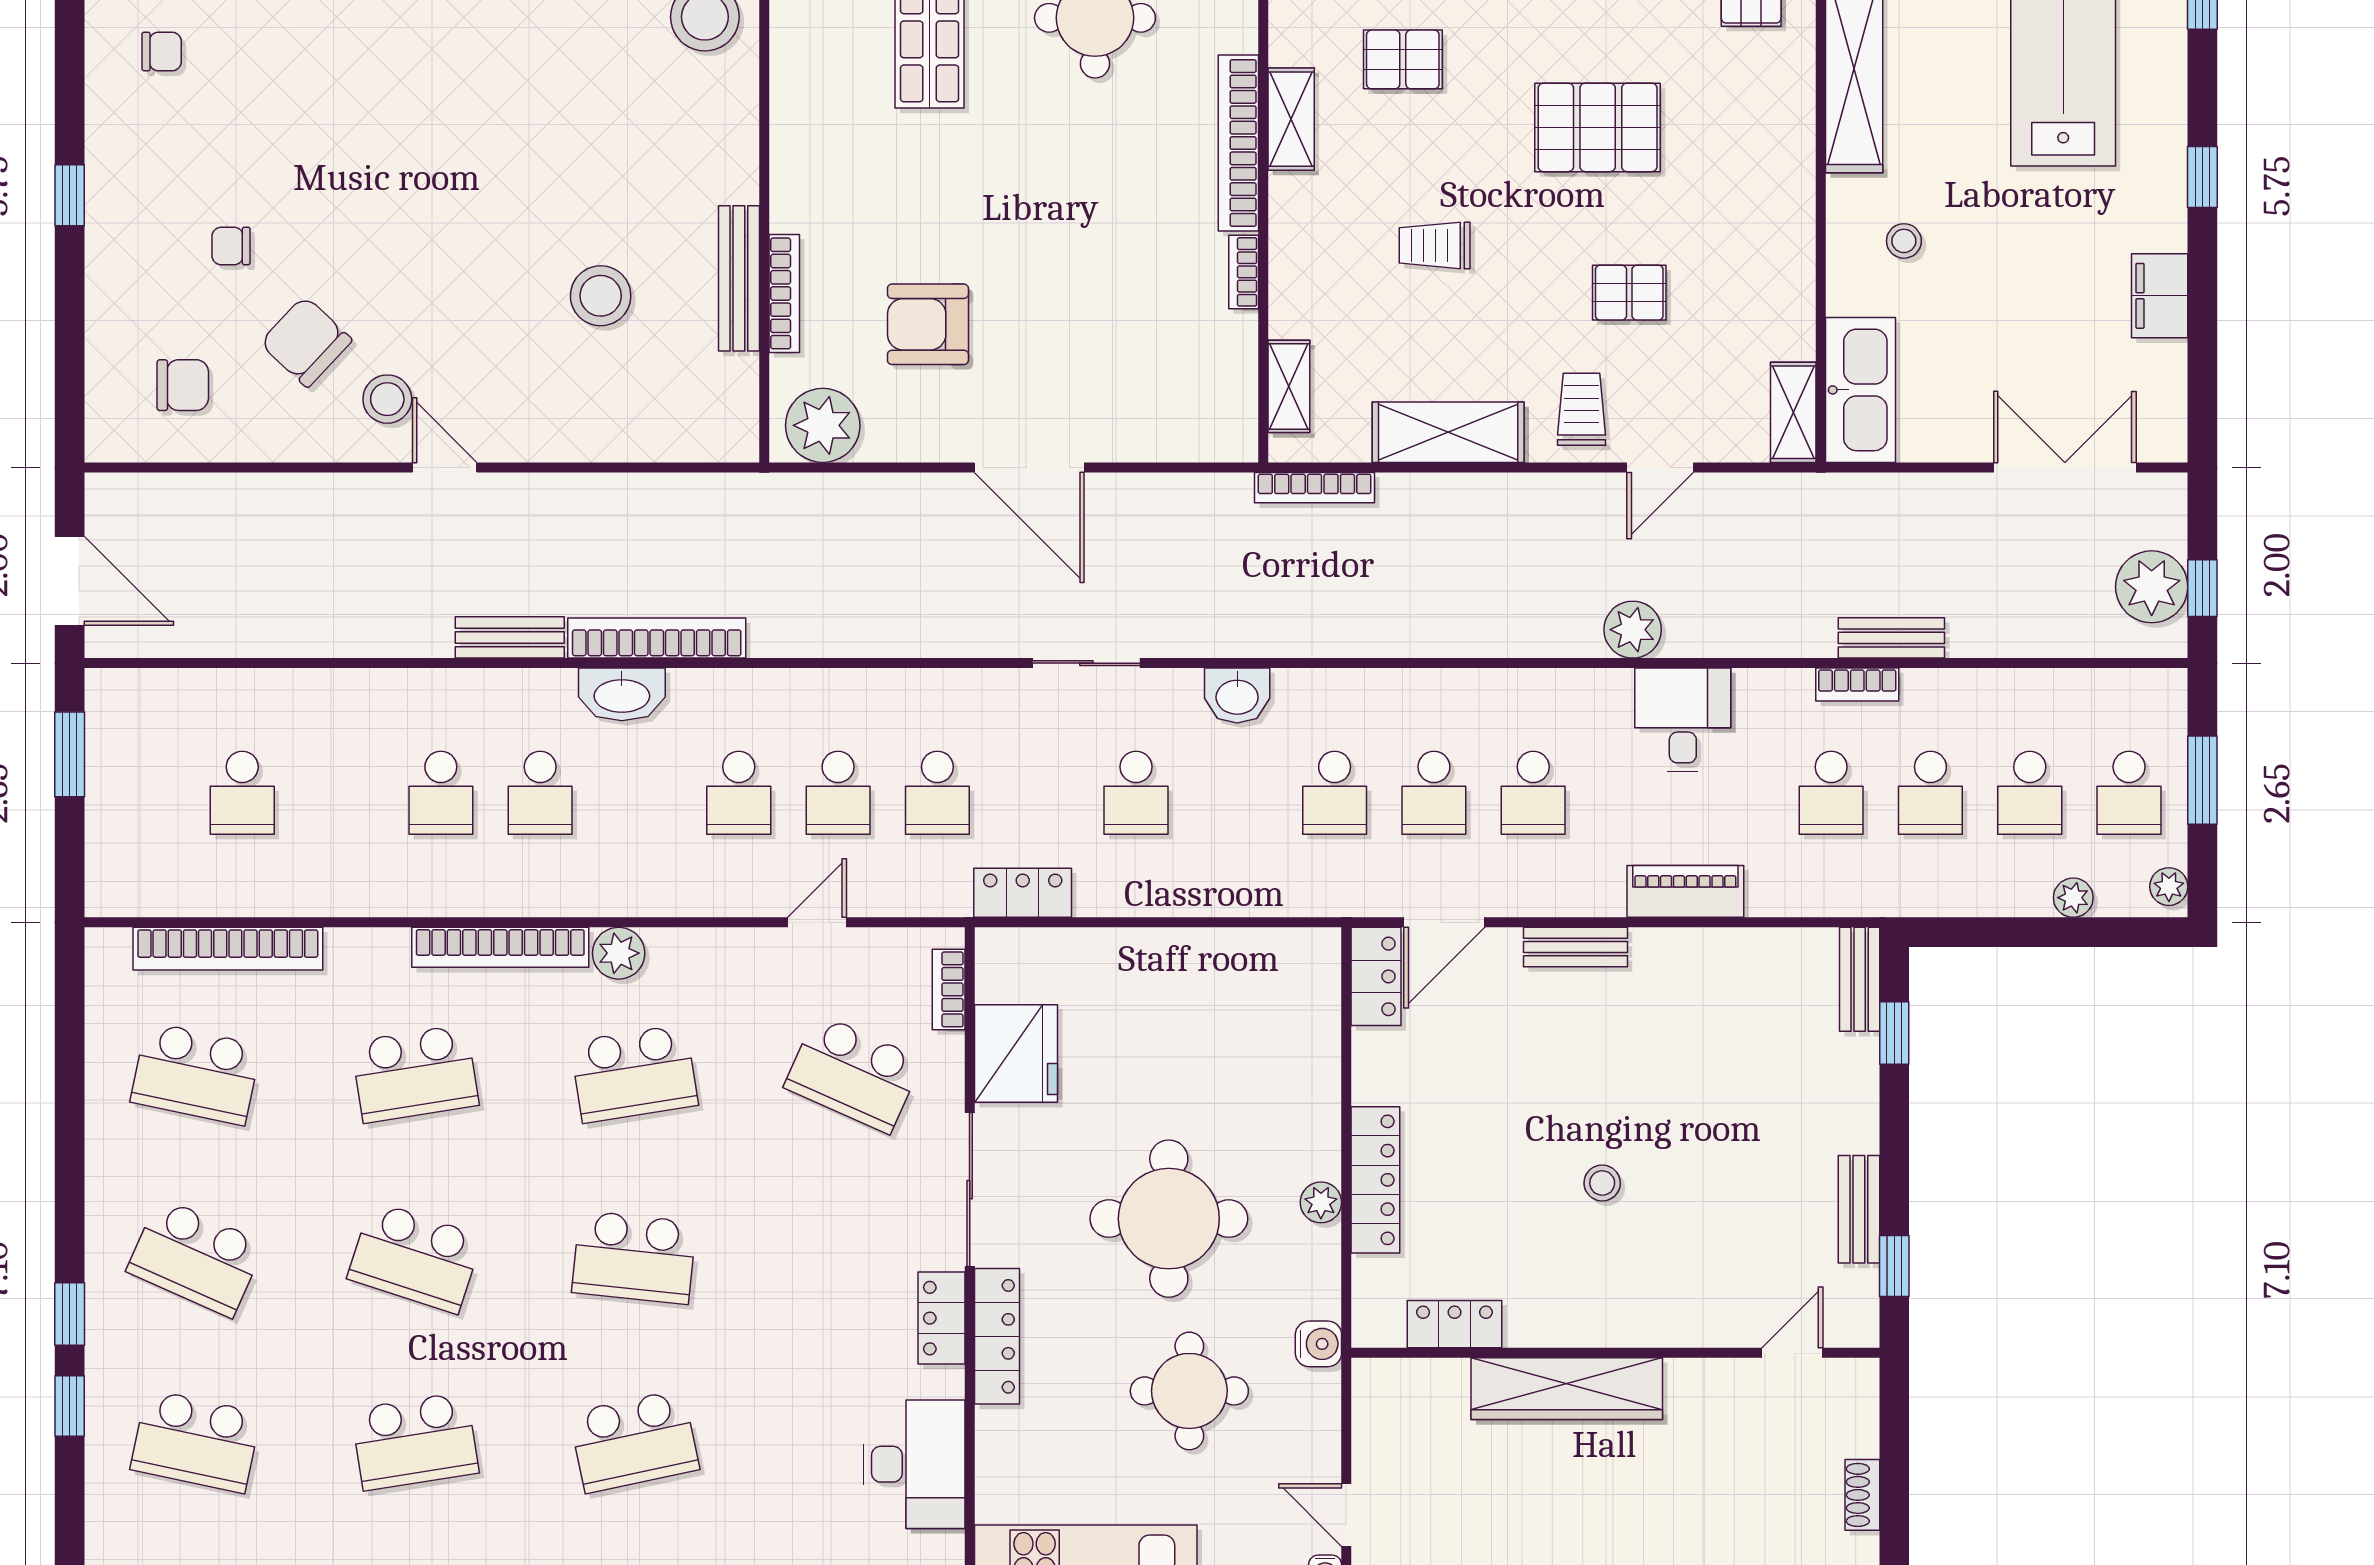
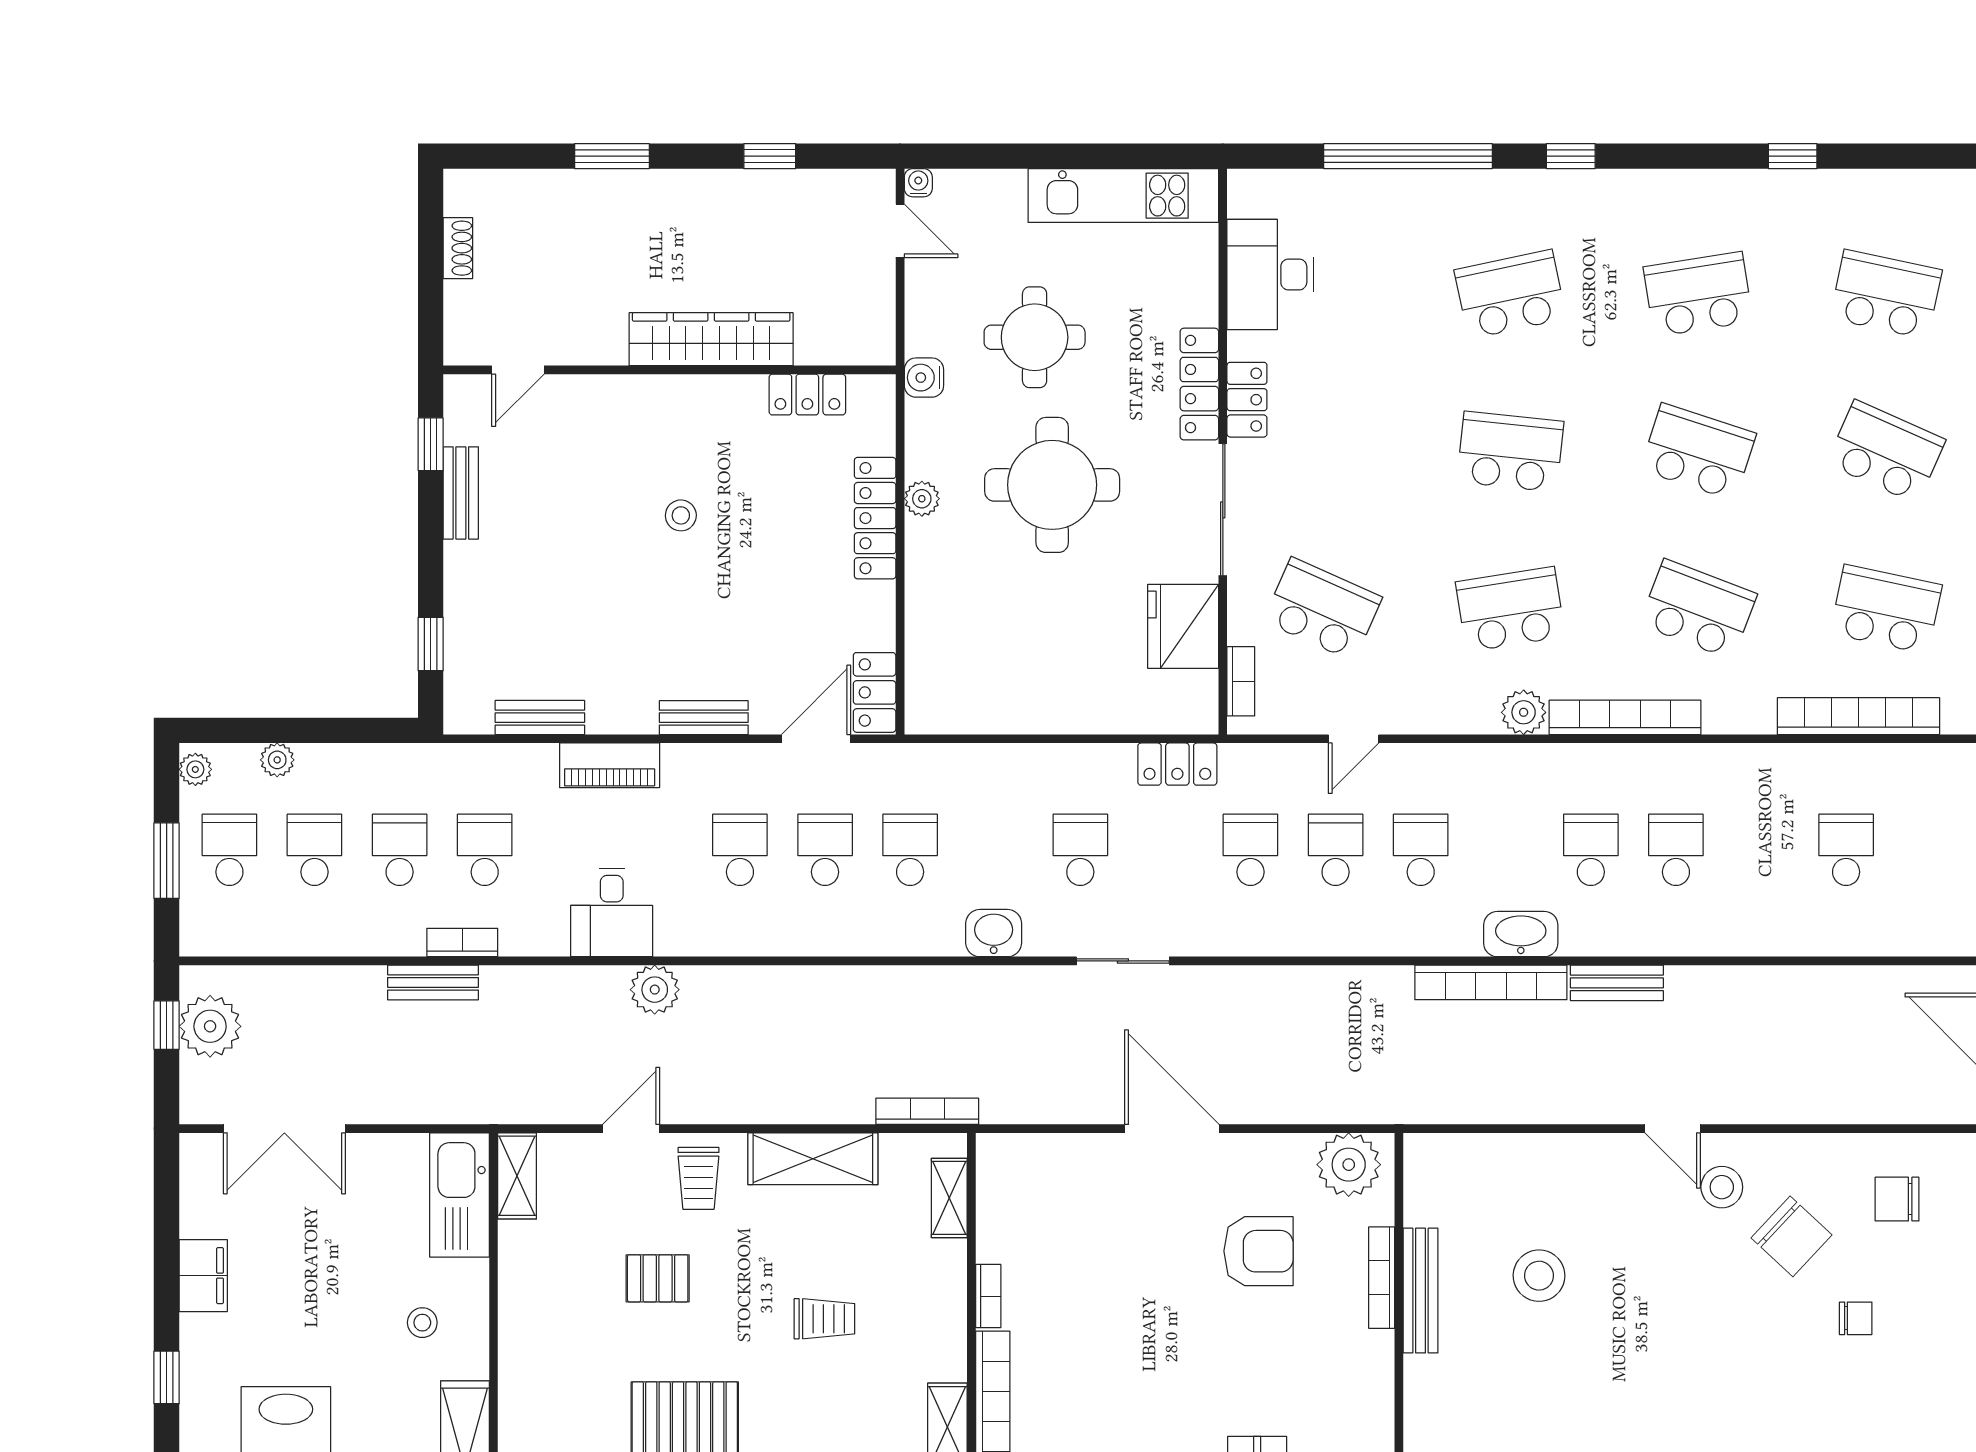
bench: (1860, 979) -> (540, 718), moved, turned 90
school desk: (415, 1074) -> (1698, 609), turned 30

